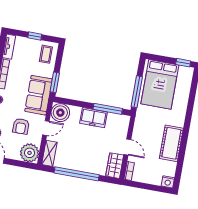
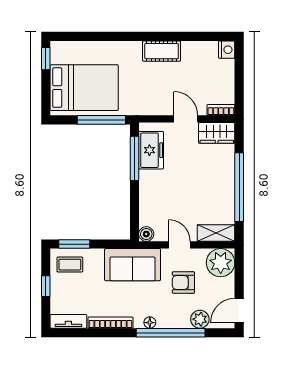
window: (55, 82) -> (74, 244), moved
boiler: (60, 113) -> (146, 234), width x0.54, depth x0.54
freezer: (94, 118) -> (151, 150), moved
armchair: (21, 126) -> (183, 283), turned 180
cot: (171, 143) -> (162, 51), width x0.73, depth x0.75
door: (127, 147) -> (186, 119), hinge flipped

